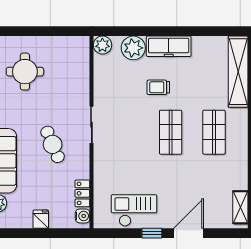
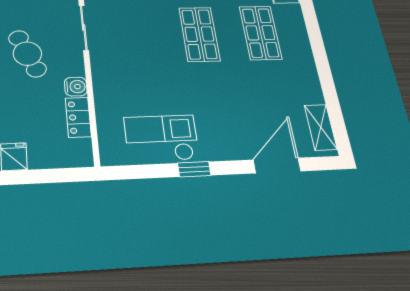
water cooler: (83, 216) -> (76, 87), moved
door: (188, 233) -> (277, 165), moved

